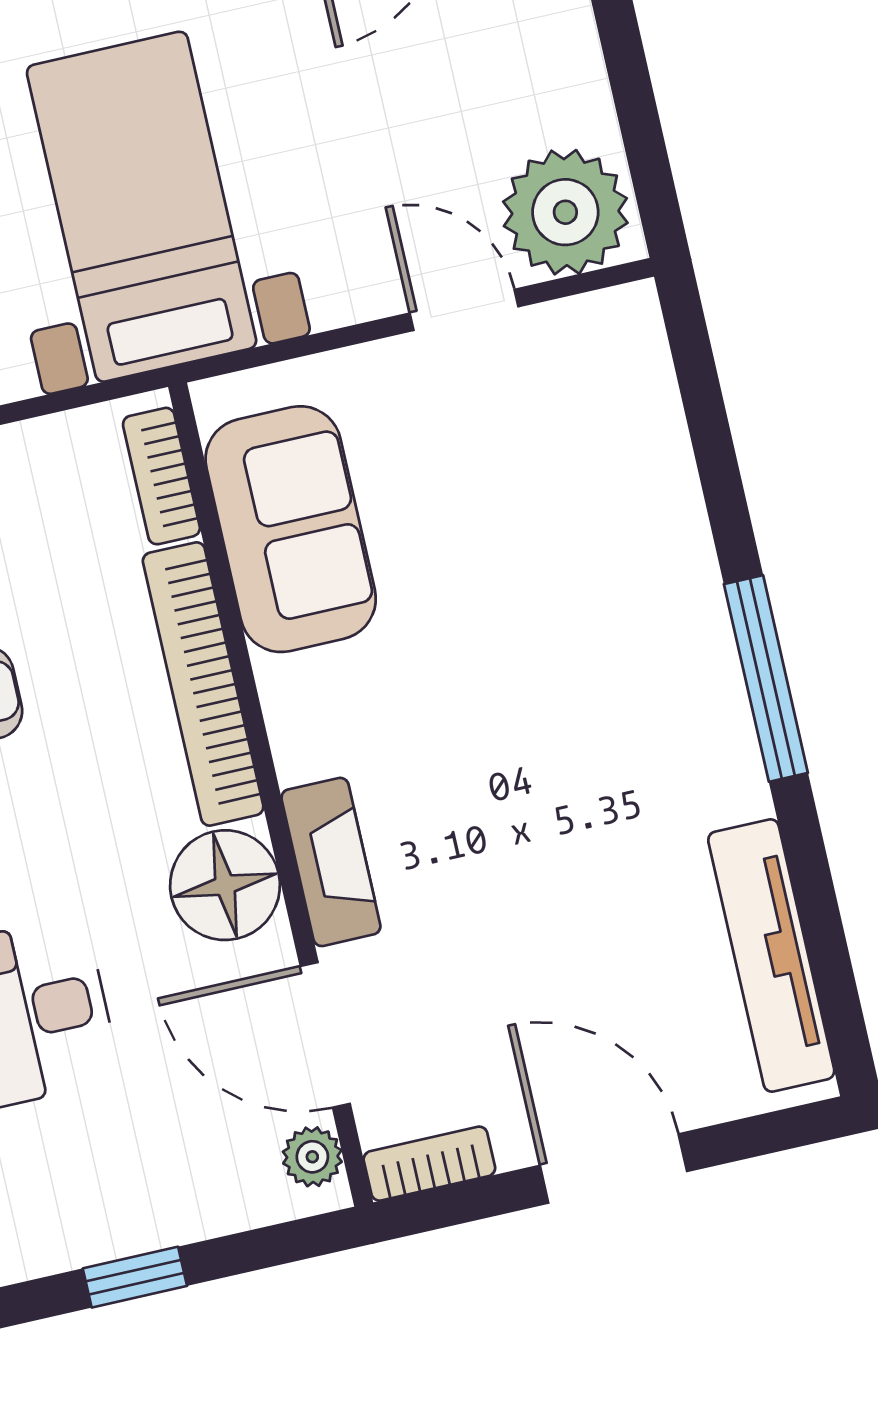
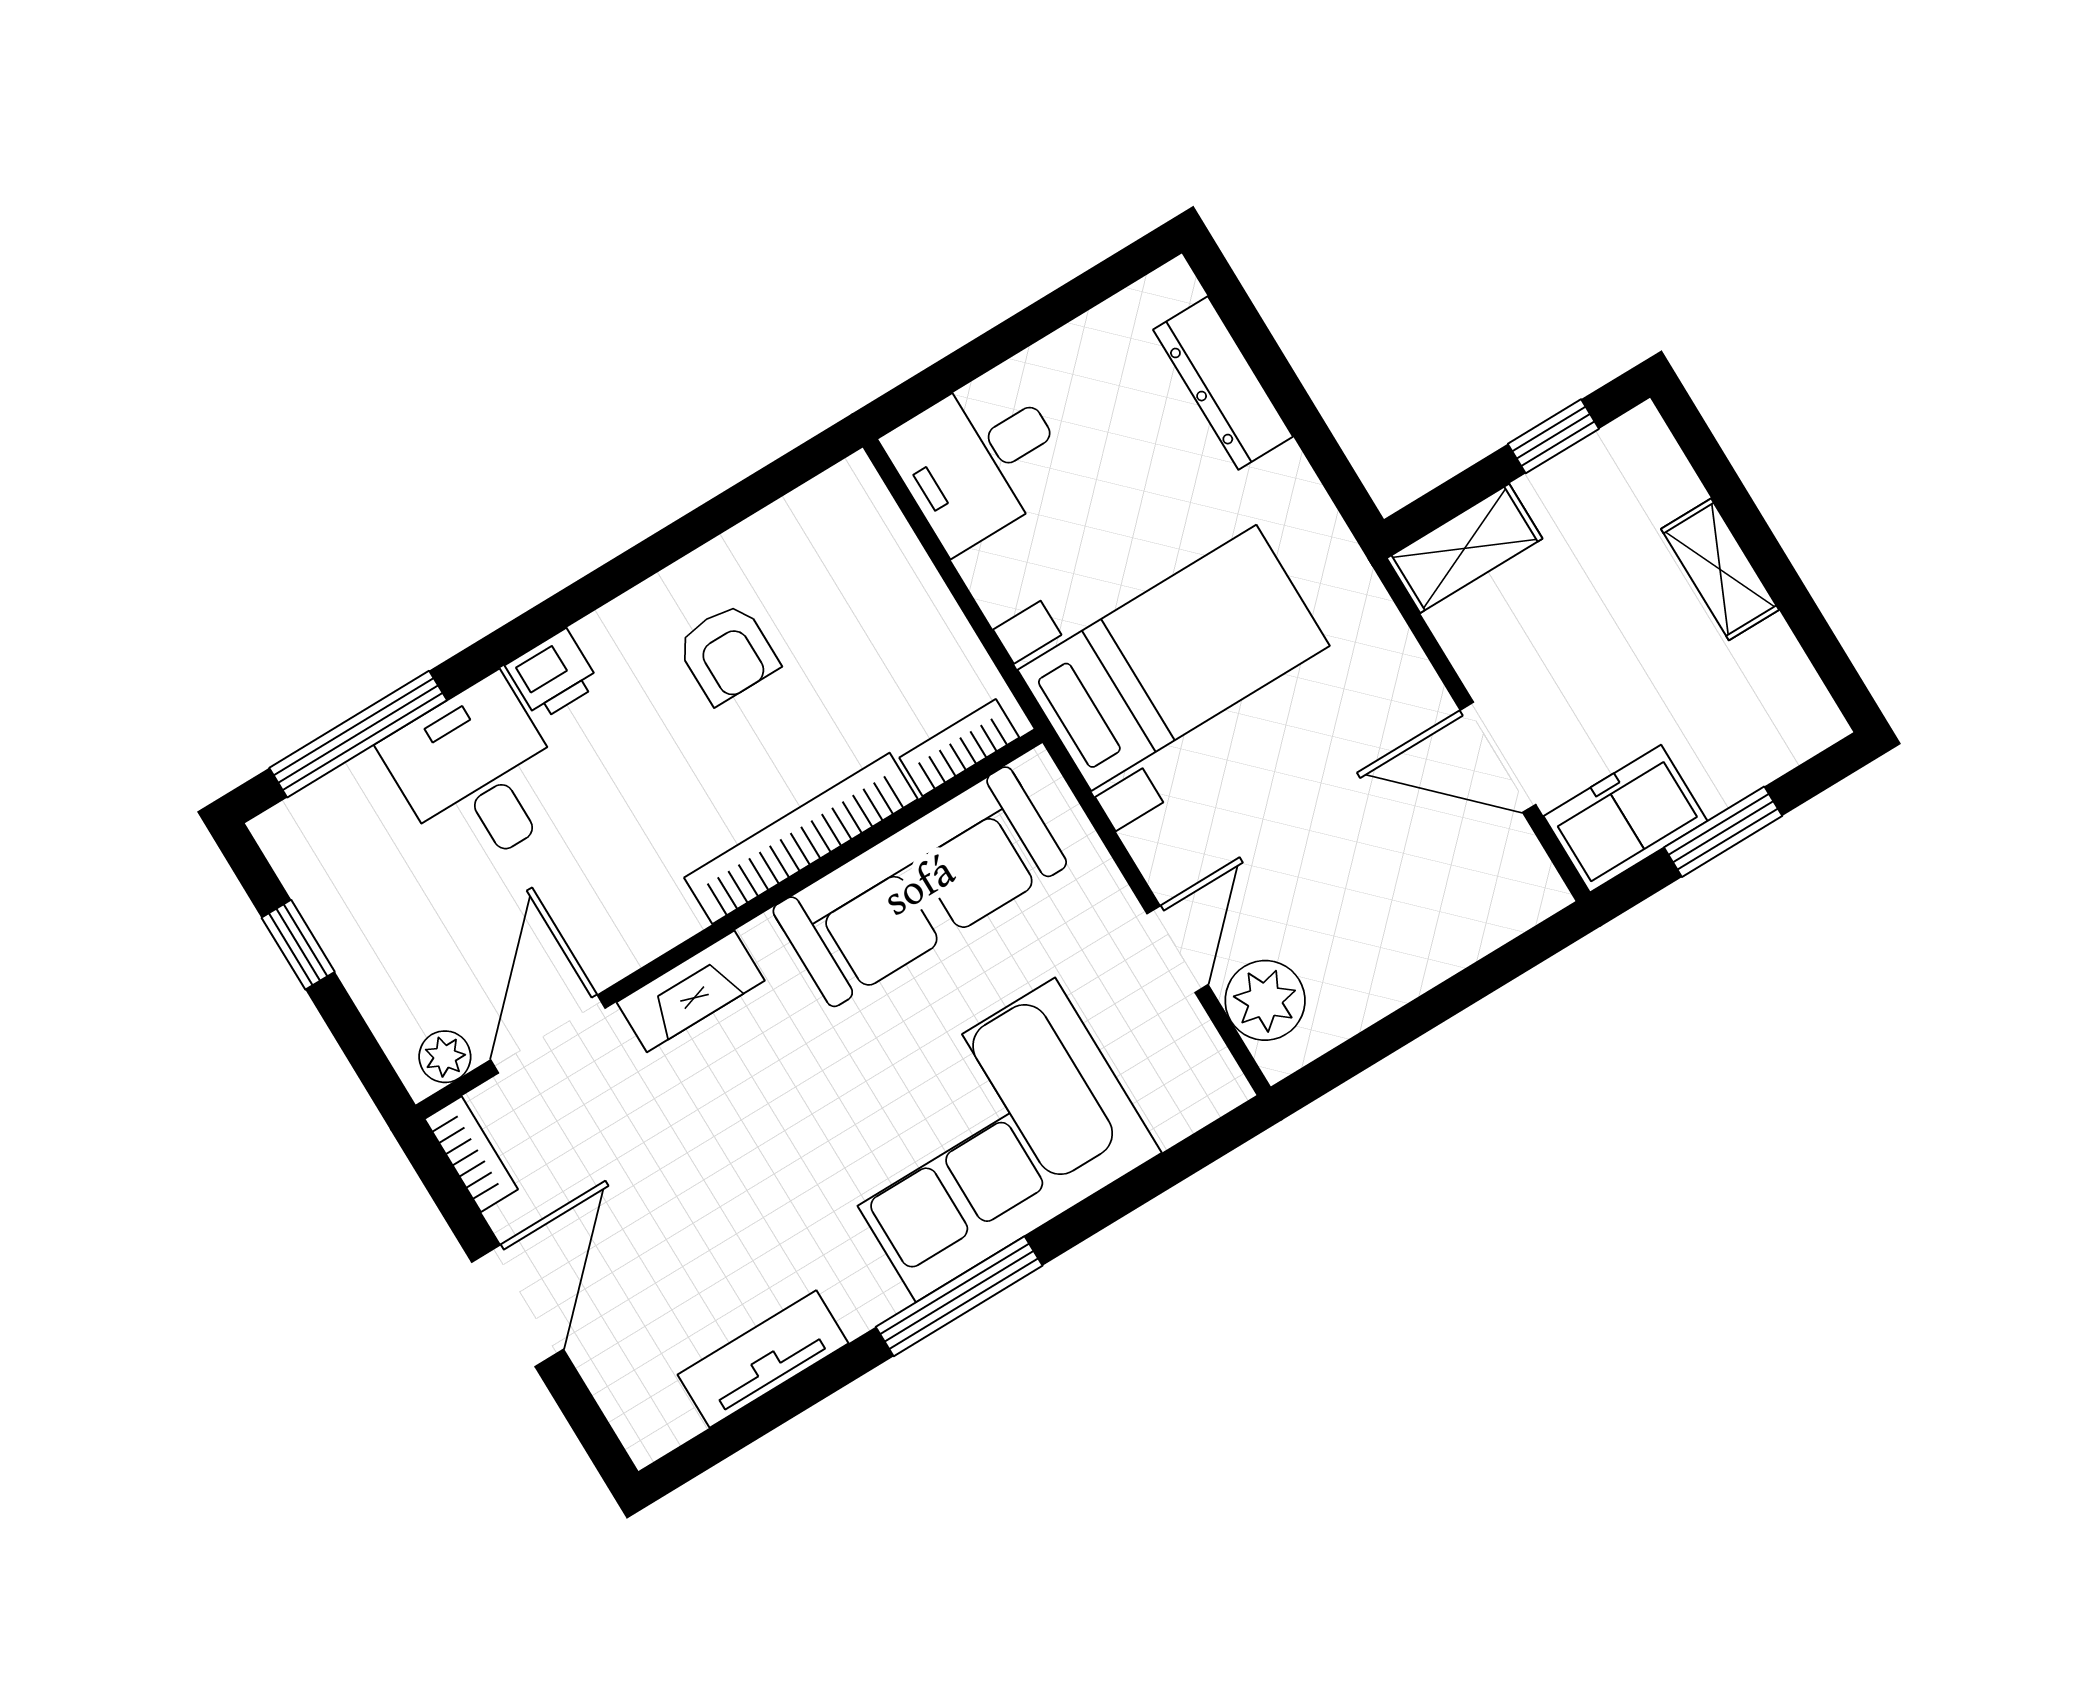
plant: (565, 212) -> (1265, 1000), width x0.73, depth x0.73
sofa: (291, 529) -> (920, 887), width x1.36
corner sofa: (603, 592) -> (986, 1140), added
floor lamp: (225, 885) -> (643, 911), removed
tv unit: (771, 955) -> (763, 1359), width x0.71

